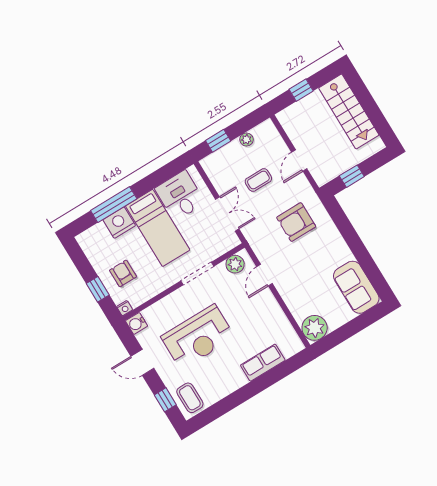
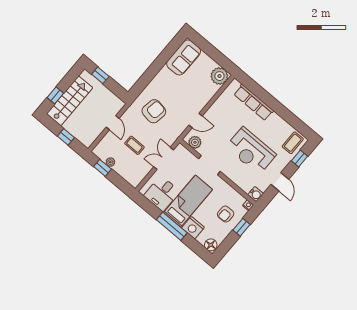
window: (363, 95) -> (55, 95), added
window: (218, 141) -> (103, 168), moved
door: (299, 161) -> (113, 123), hinge flipped
window: (352, 176) -> (100, 75), moved
window: (114, 205) -> (172, 226), moved
armchair: (296, 222) -> (154, 111), turned -81
floor lamp: (87, 239) -> (211, 245), added
reception desk: (198, 337) -> (251, 151), turned 180
row of seats: (263, 363) -> (254, 102), width x1.48

